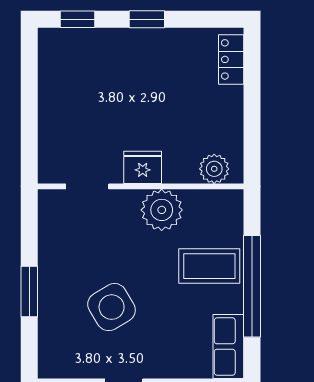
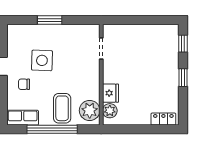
fridge: (143, 167) -> (110, 93), moved
plant: (162, 210) -> (90, 110), moved
side table: (112, 307) -> (42, 60), turned 33
chair: (160, 344) -> (24, 84), added

